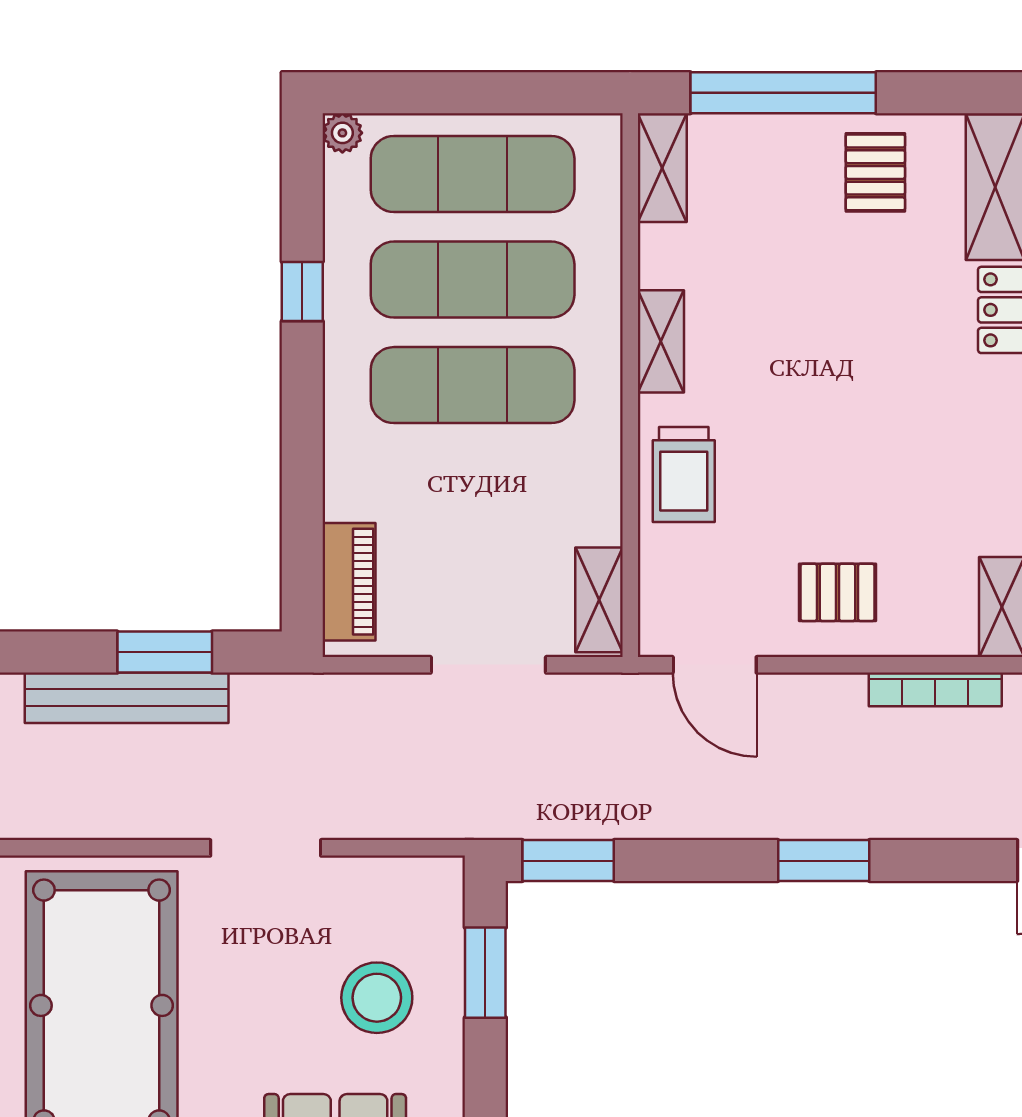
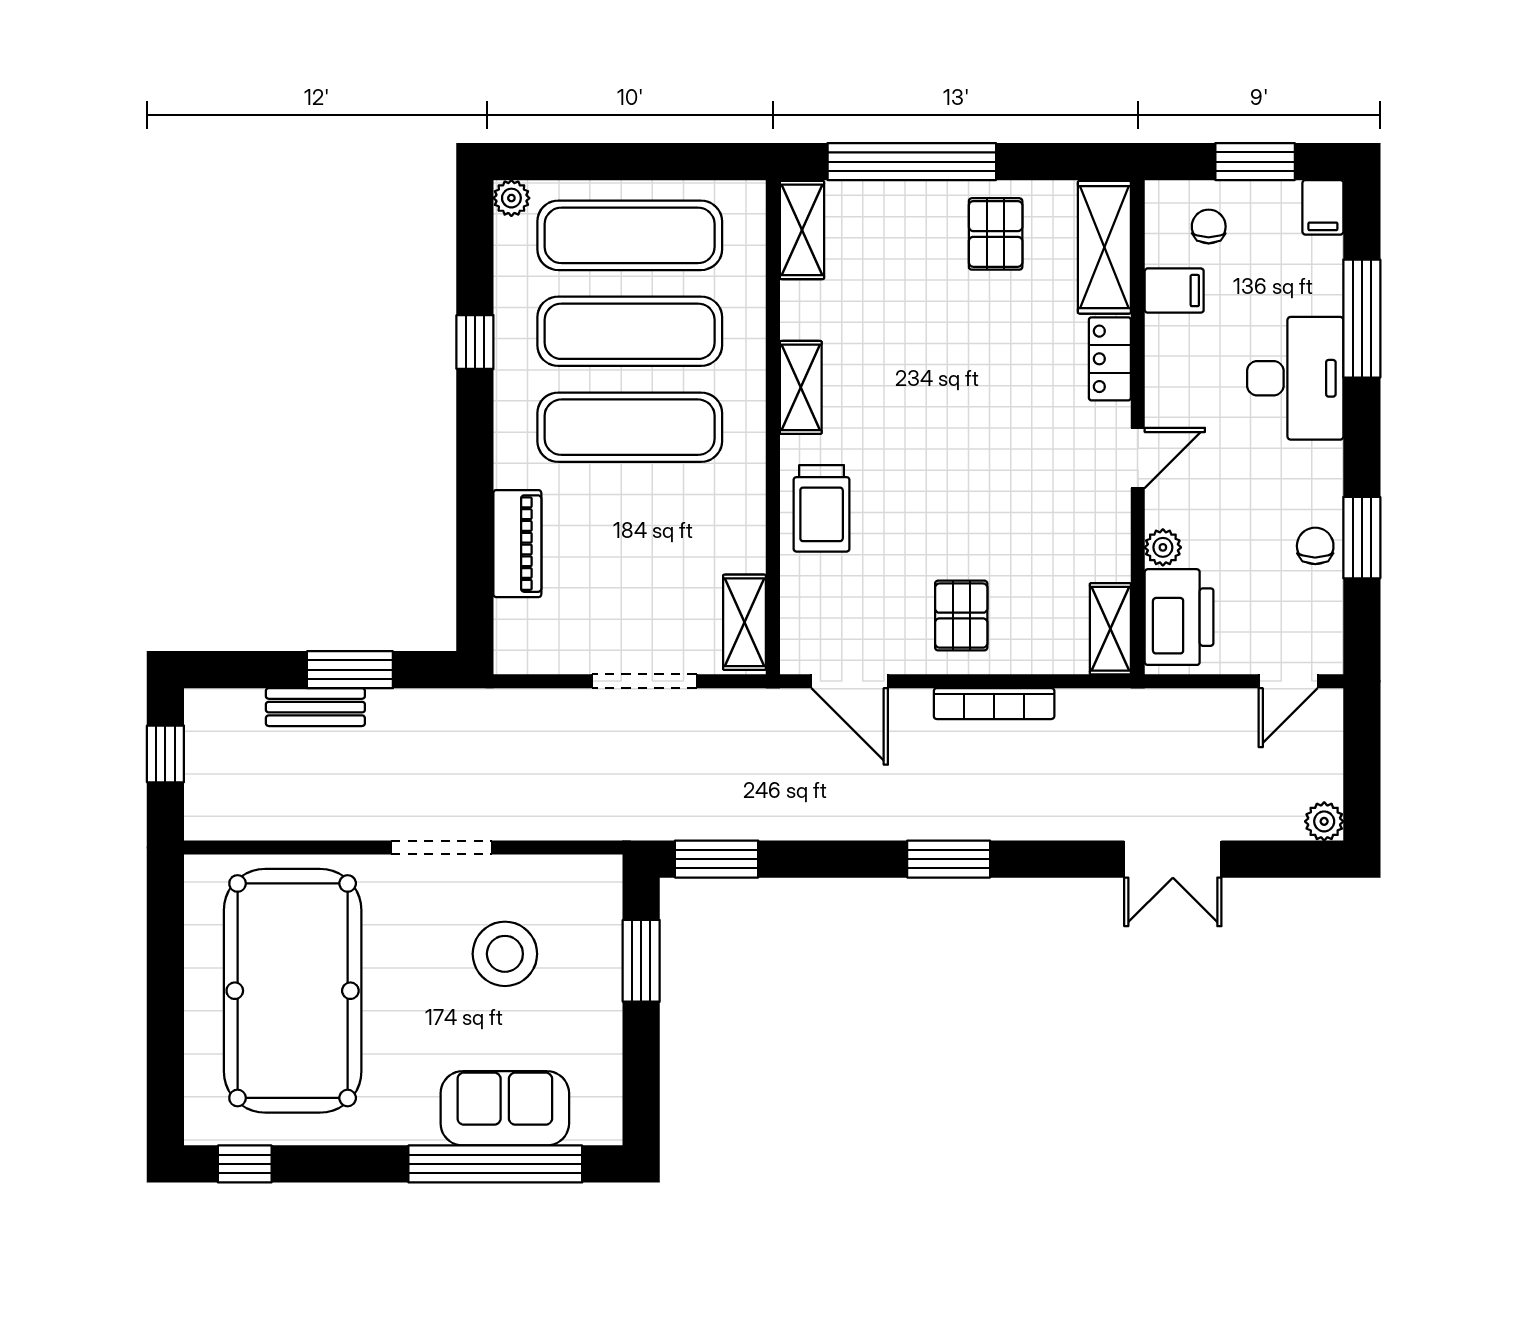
piano: (349, 582) -> (517, 544), moved
pallet: (838, 592) -> (961, 616), turned 90
bookcase: (935, 689) -> (994, 704), moved
bench: (127, 698) -> (315, 707), width x0.54, depth x0.82
stool: (377, 998) -> (505, 954), moved

